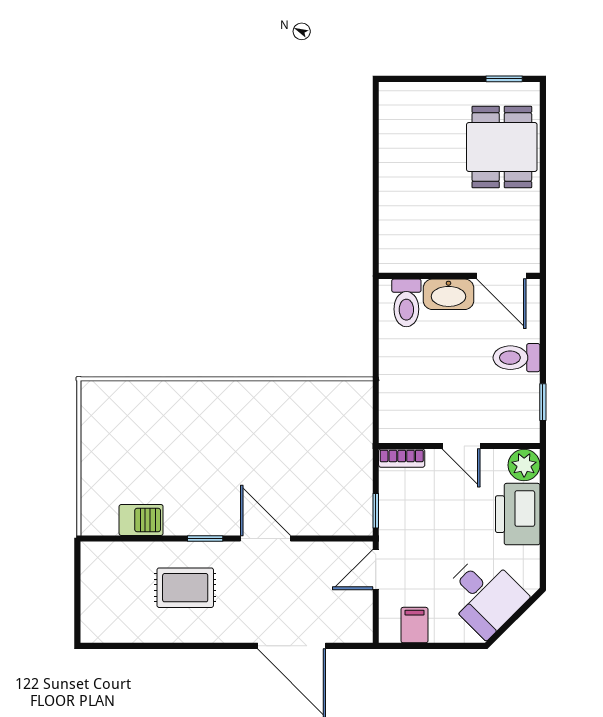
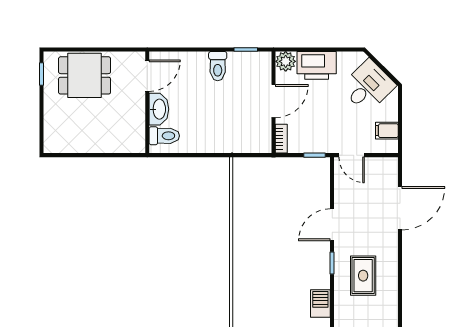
wall: (459, 276) -> (147, 102), moved
door: (501, 276) -> (147, 76), moved
washbasin: (448, 294) -> (159, 109), moved
toilet: (406, 303) -> (164, 136), moved
door: (461, 446) -> (274, 101), width x1.38

